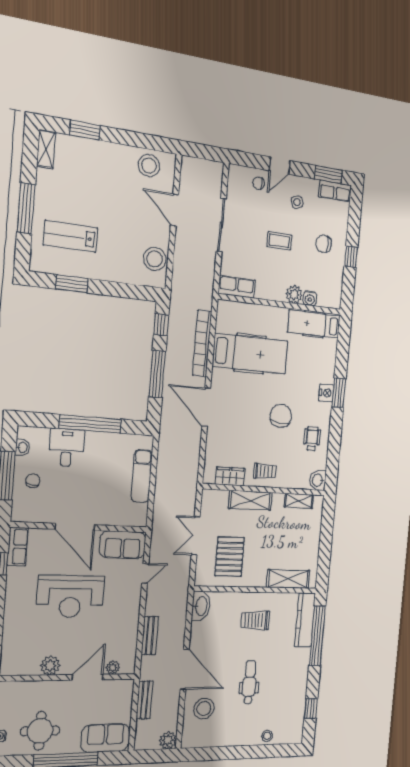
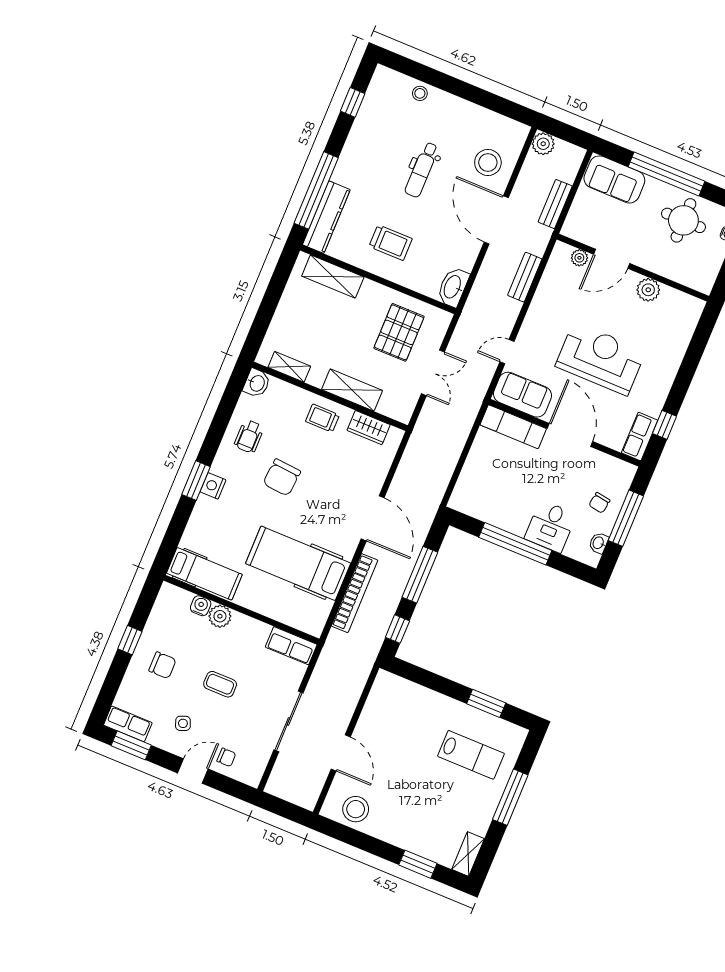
stool: (155, 259) -> (382, 705), removed
exam couch: (142, 476) -> (513, 427), moved, turned 90

